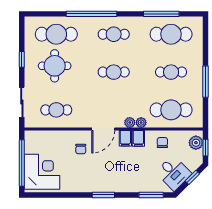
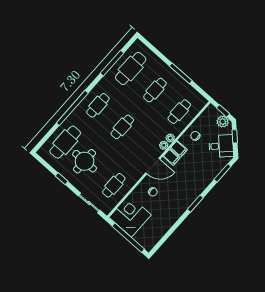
cafe table: (171, 110) -> (179, 112), width x0.73, depth x0.74
door: (103, 129) -> (153, 166), hinge flipped
plant: (196, 143) -> (223, 122), moved
corner desk: (42, 172) -> (130, 216), moved

